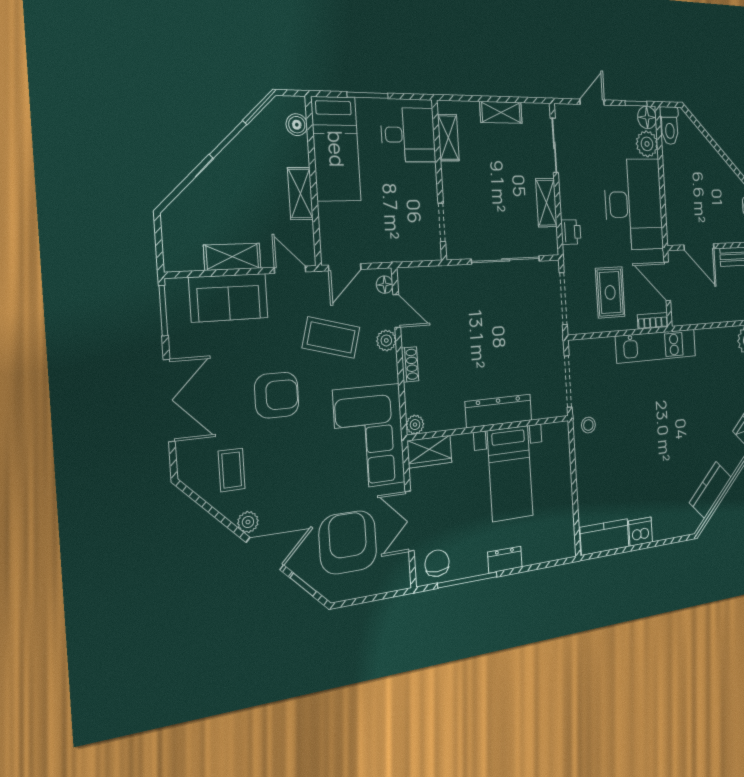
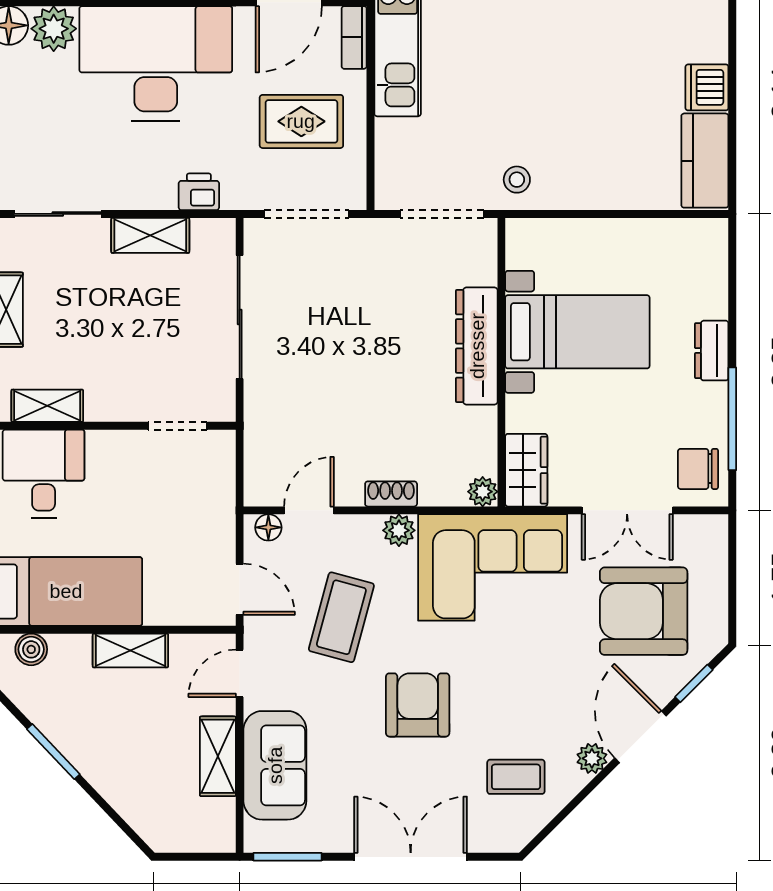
plant: (386, 340) -> (399, 530), moved

